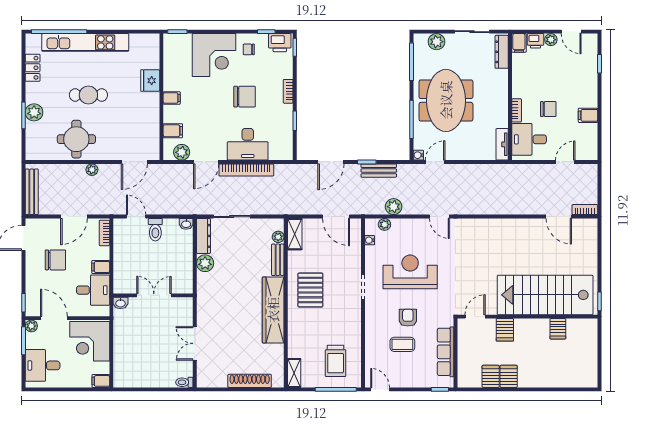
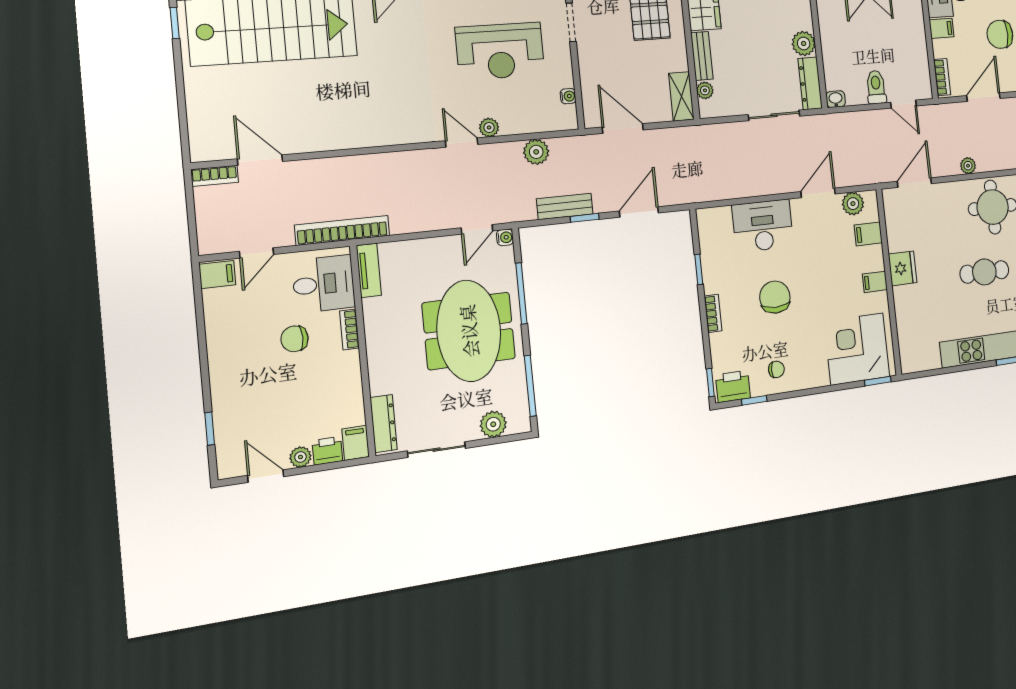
corner desk: (214, 55) -> (857, 349), moved
fridge: (150, 81) -> (903, 268), moved
chair: (244, 97) -> (775, 297), turned 90
filing cabinet: (588, 115) -> (217, 275), moved
bookcase: (246, 170) -> (342, 230), moved
plant: (384, 224) -> (489, 128), moved

